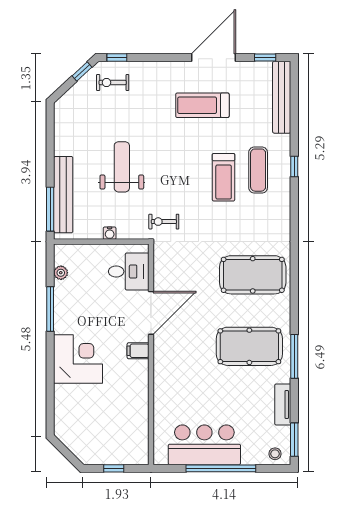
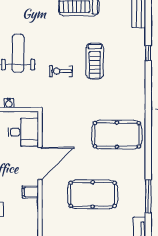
exercise mat: (258, 170) -> (121, 56), removed
exercise bike: (164, 222) -> (61, 71), moved
pool table: (249, 346) -> (93, 194), moved

